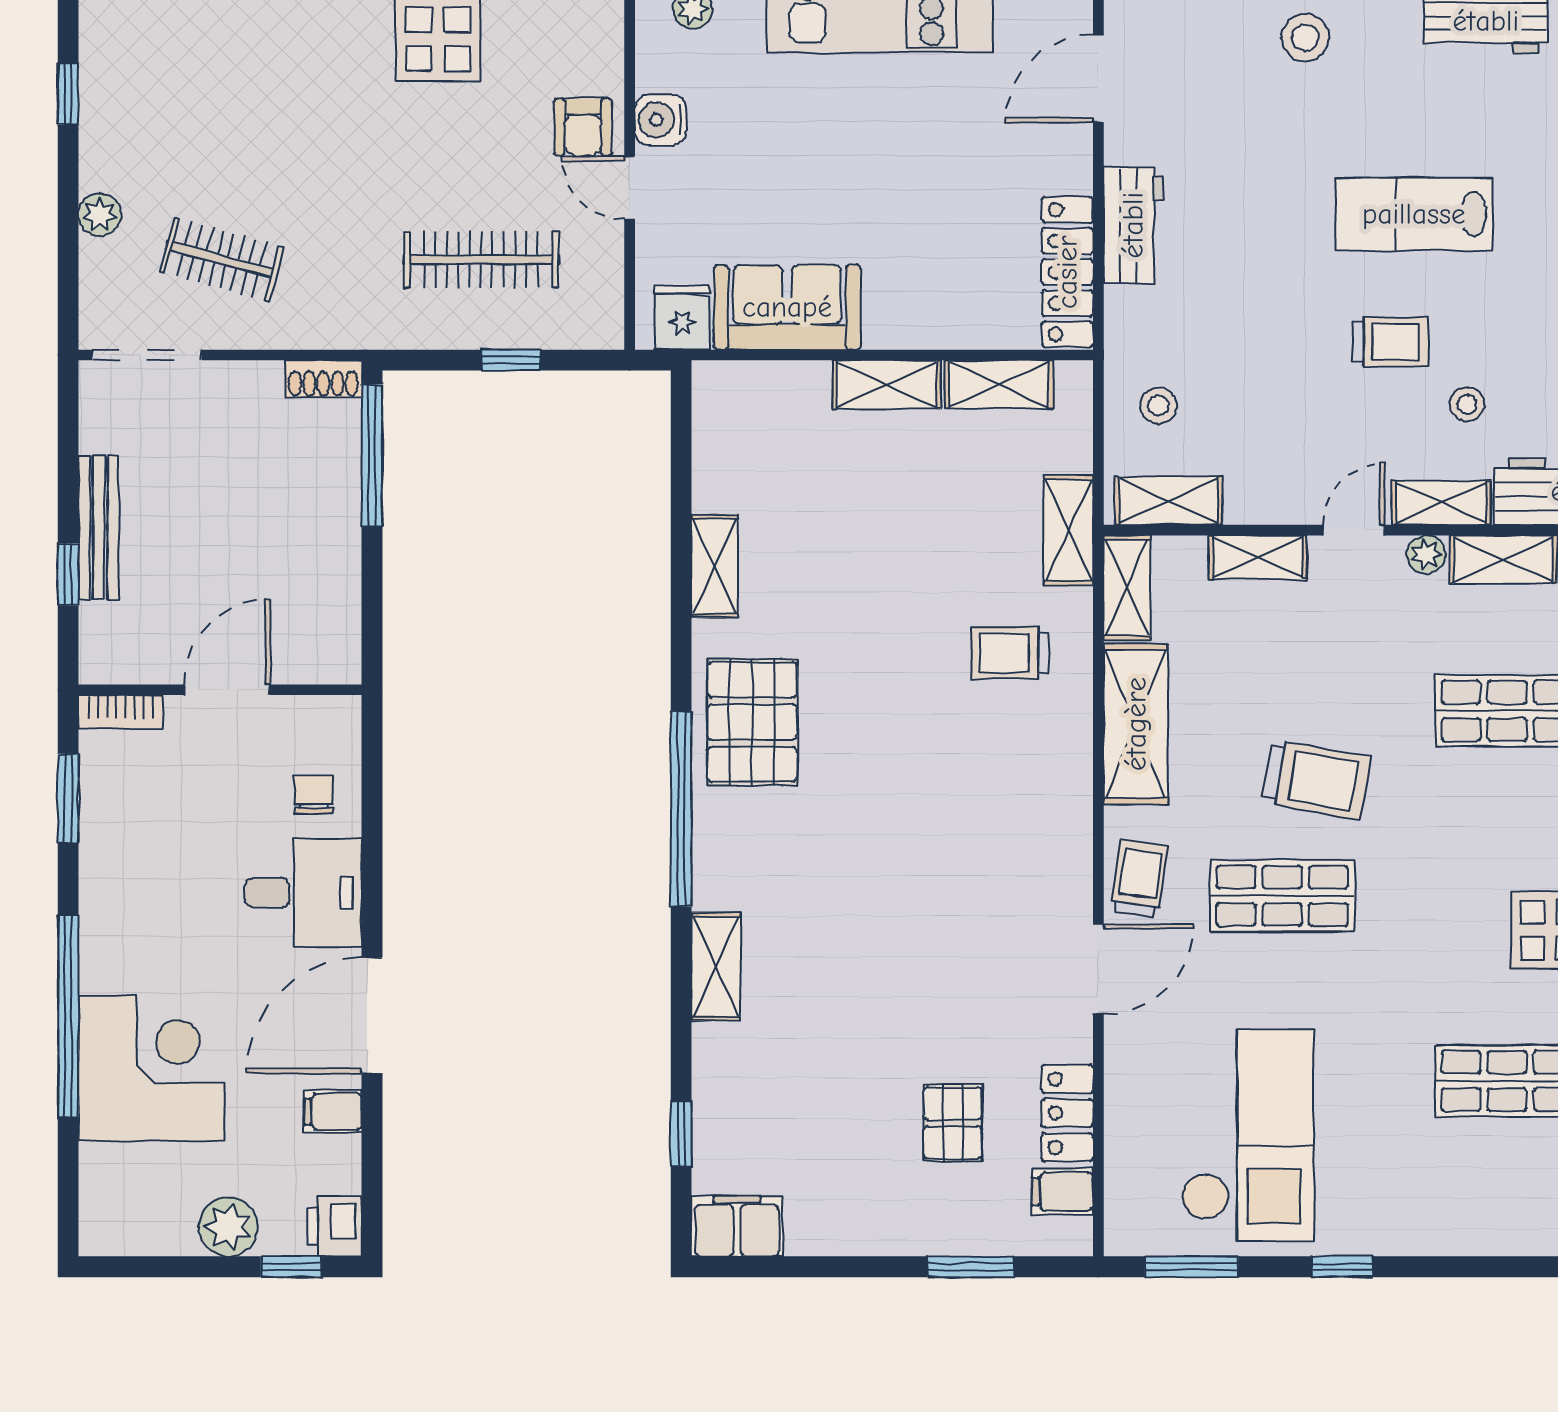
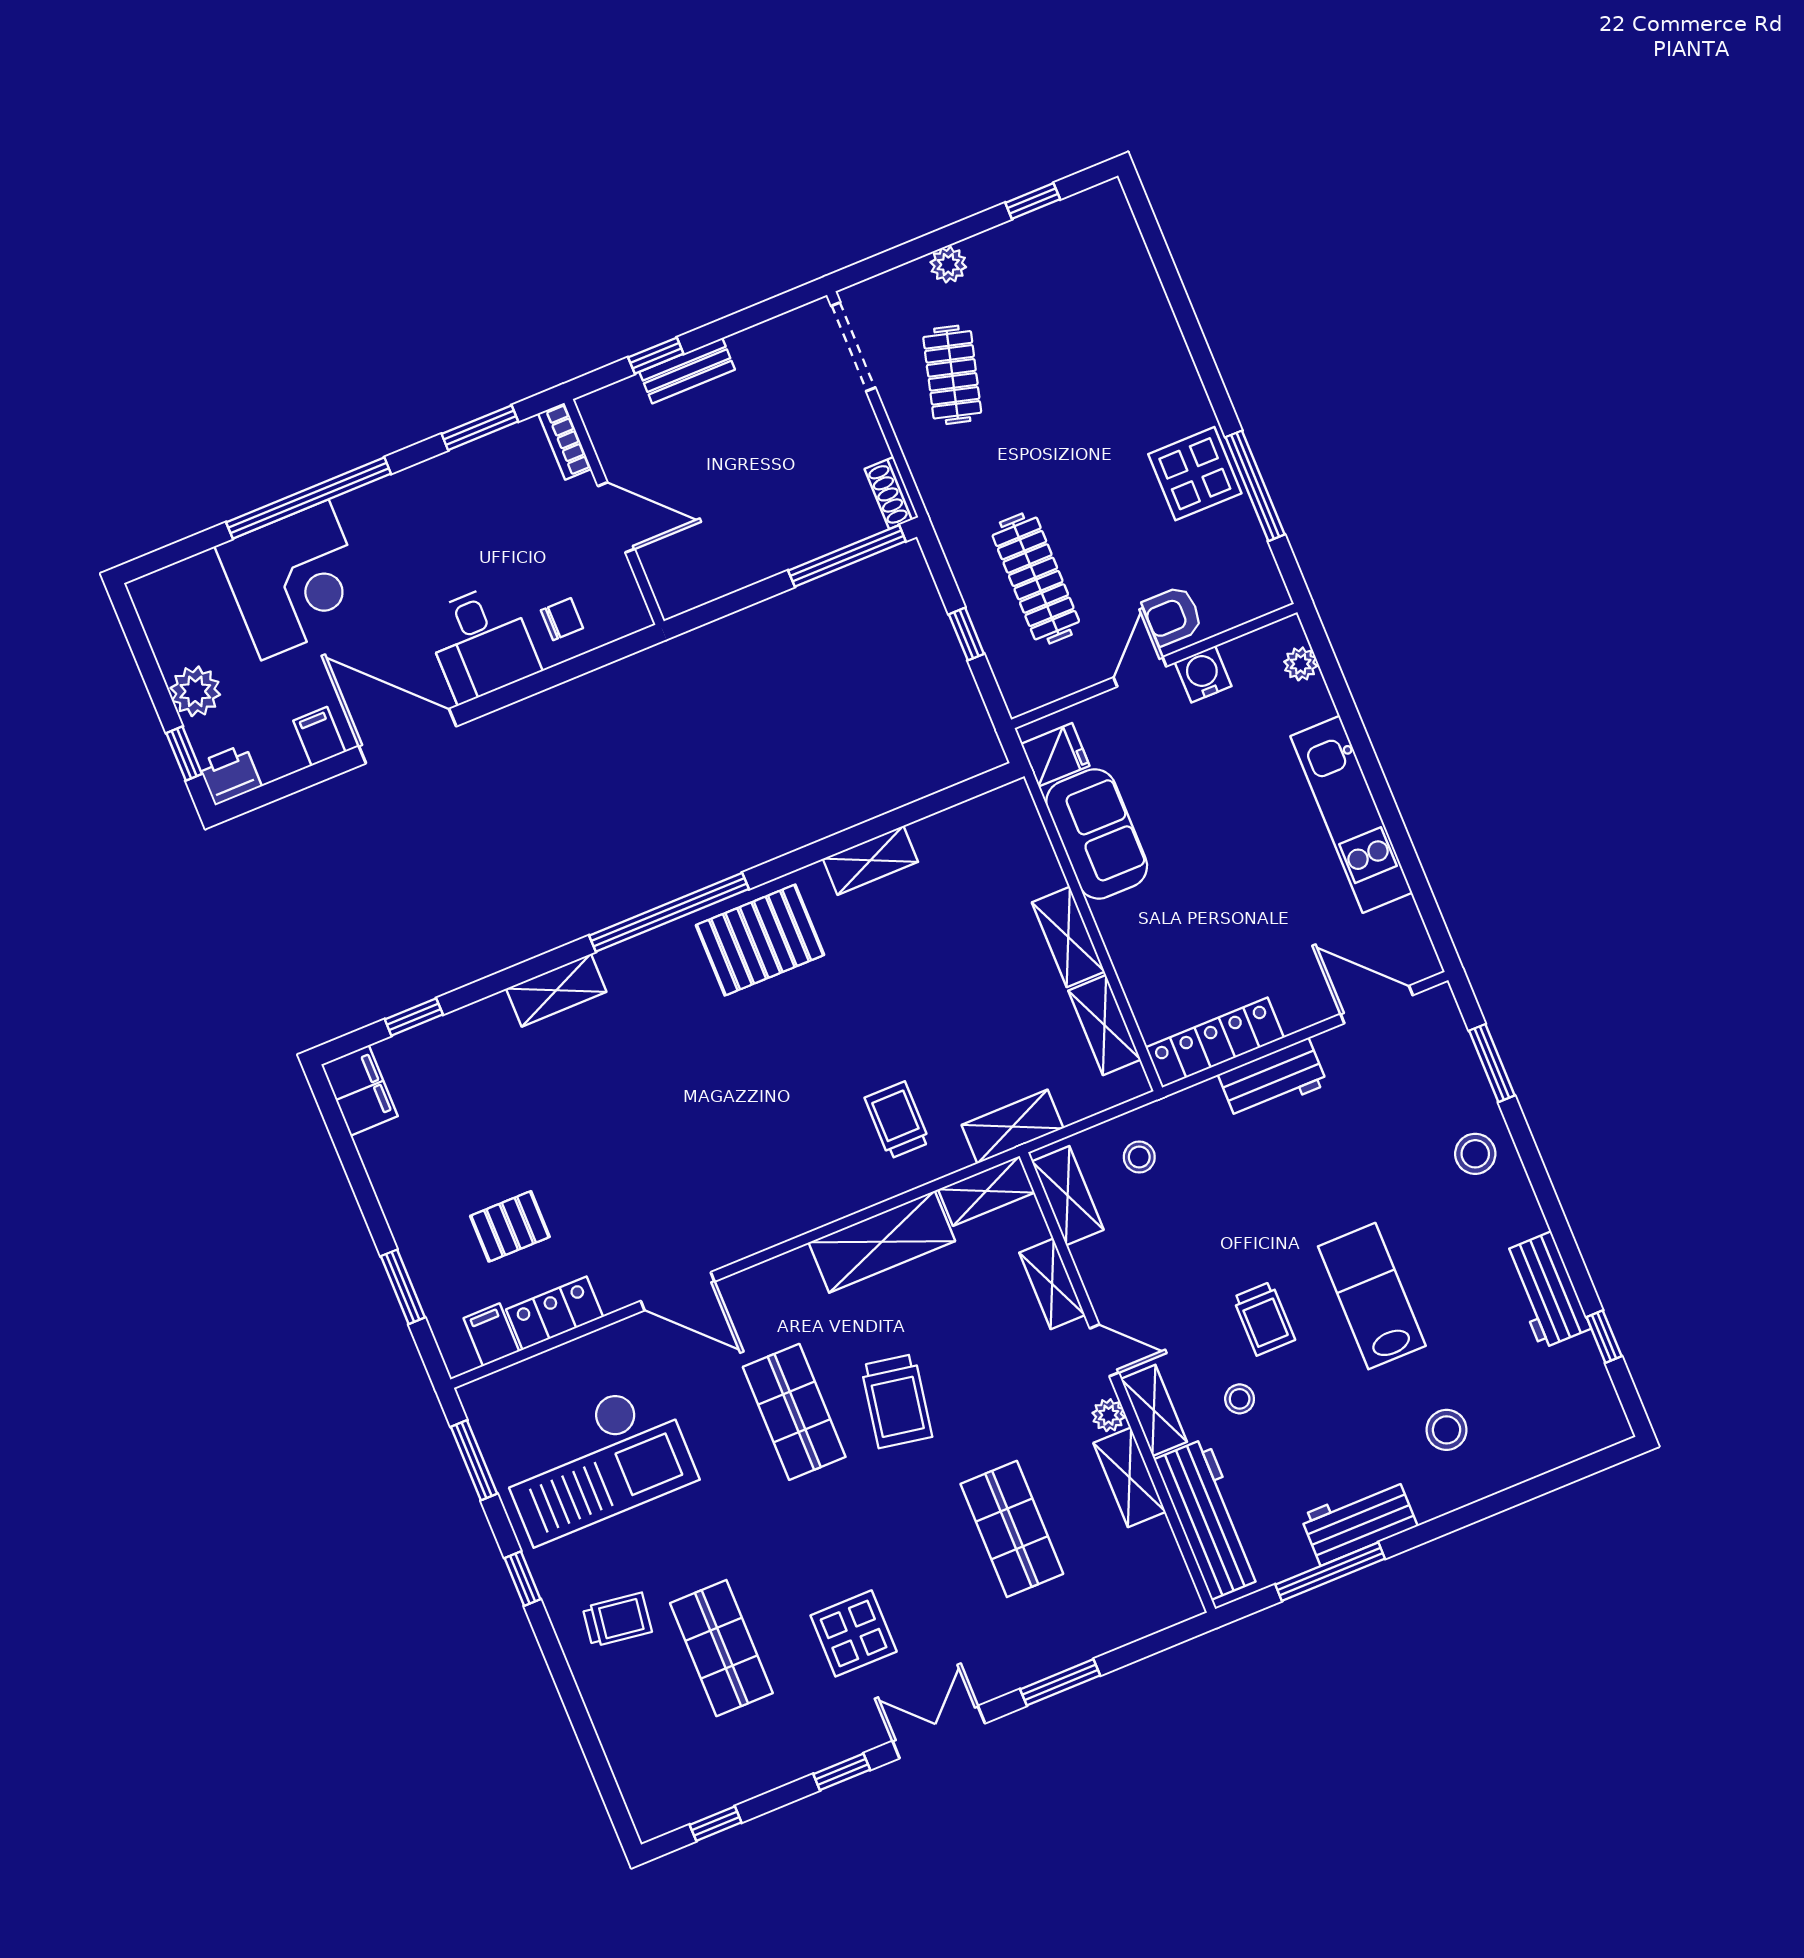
bench: (99, 528) -> (687, 371), width x0.73
trolley: (1139, 878) -> (617, 1620), moved

